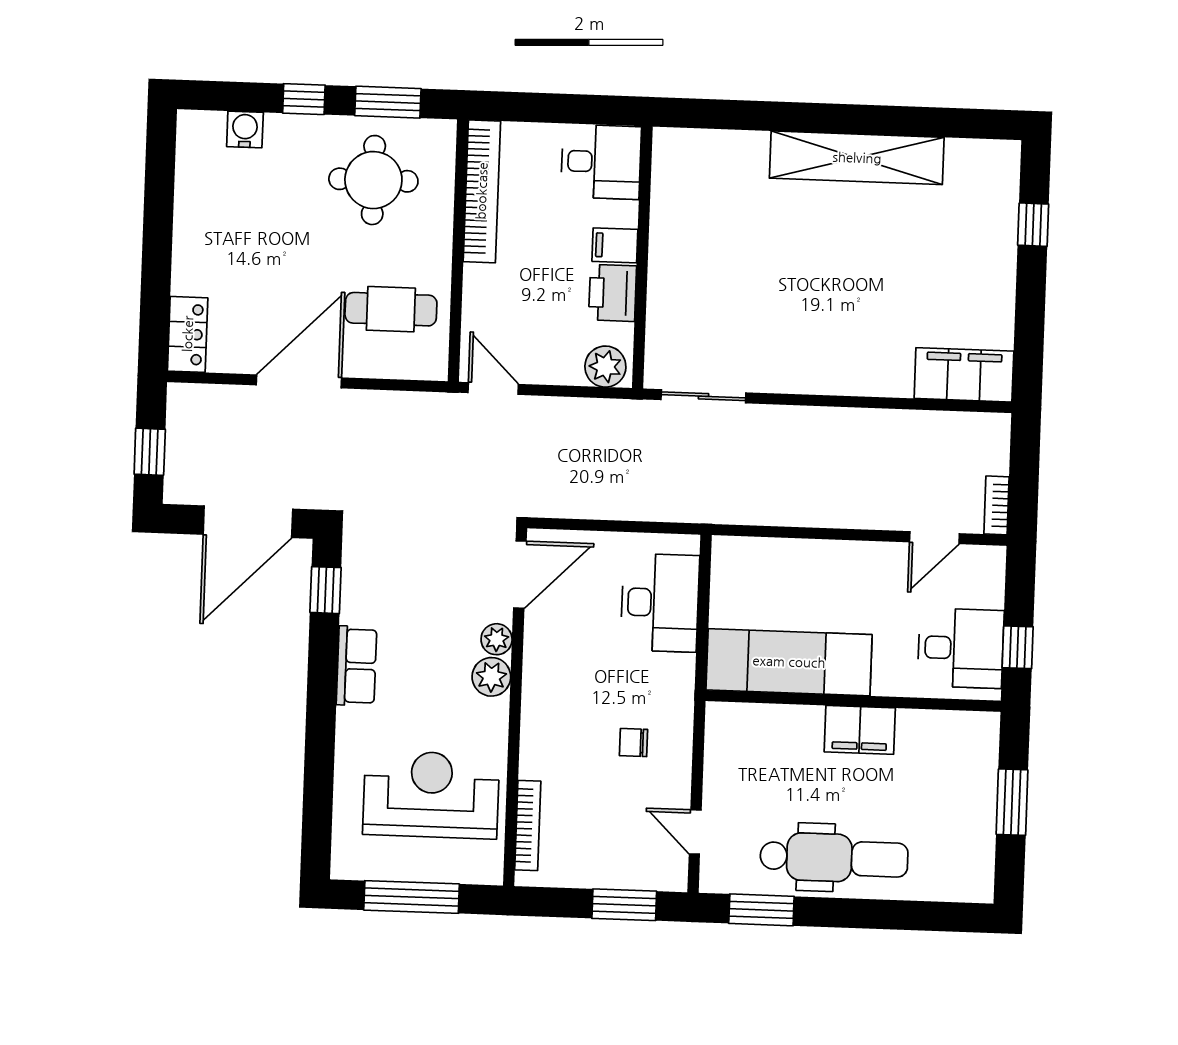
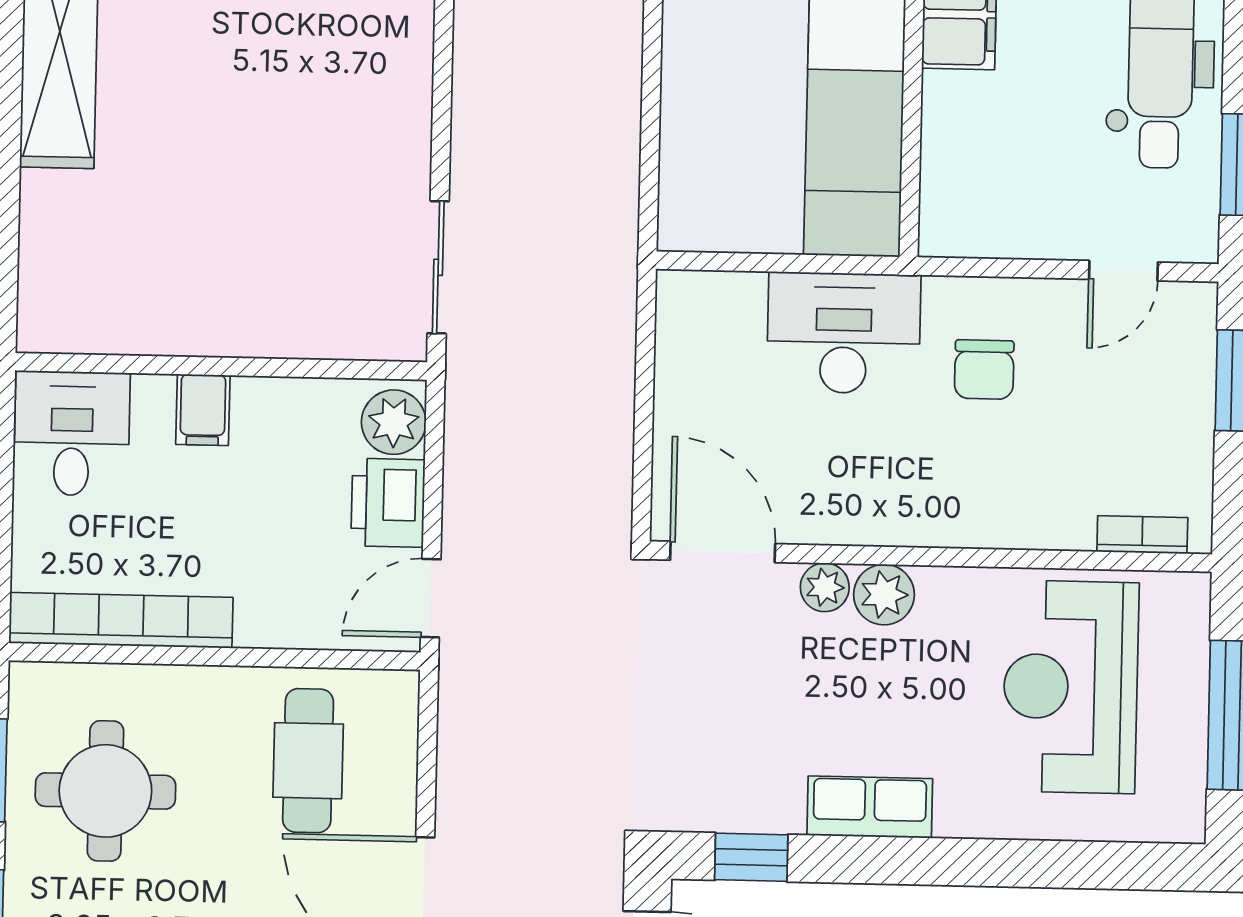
printer: (613, 293) -> (388, 503), moved, turned 90
desk: (660, 603) -> (844, 333), moved
chair: (634, 743) -> (984, 370), width x1.37, depth x1.37
bookcase: (528, 826) -> (1142, 535), width x0.64

